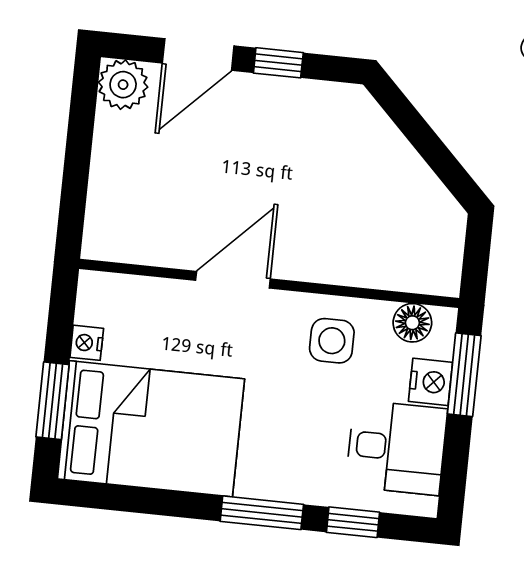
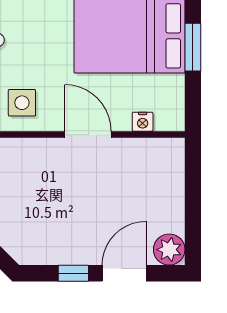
door: (233, 280) -> (88, 135), swing flipped
nightstand: (87, 343) -> (143, 122), moved, turned 90

